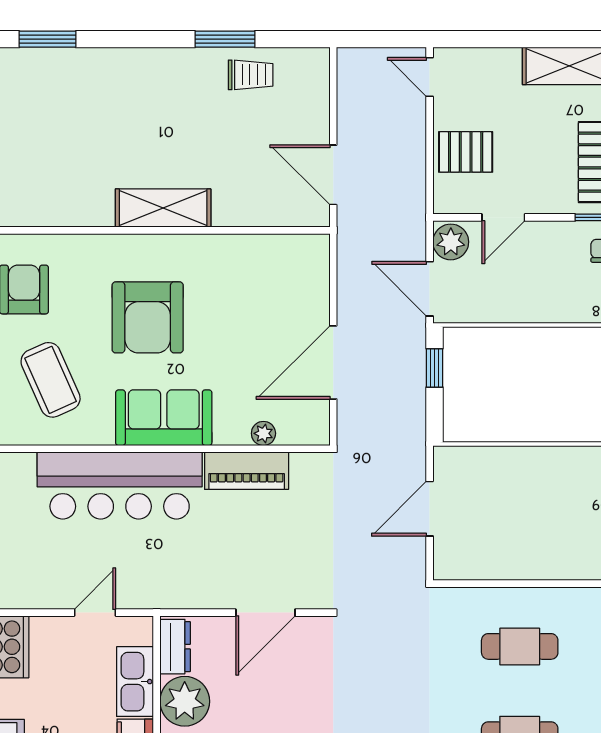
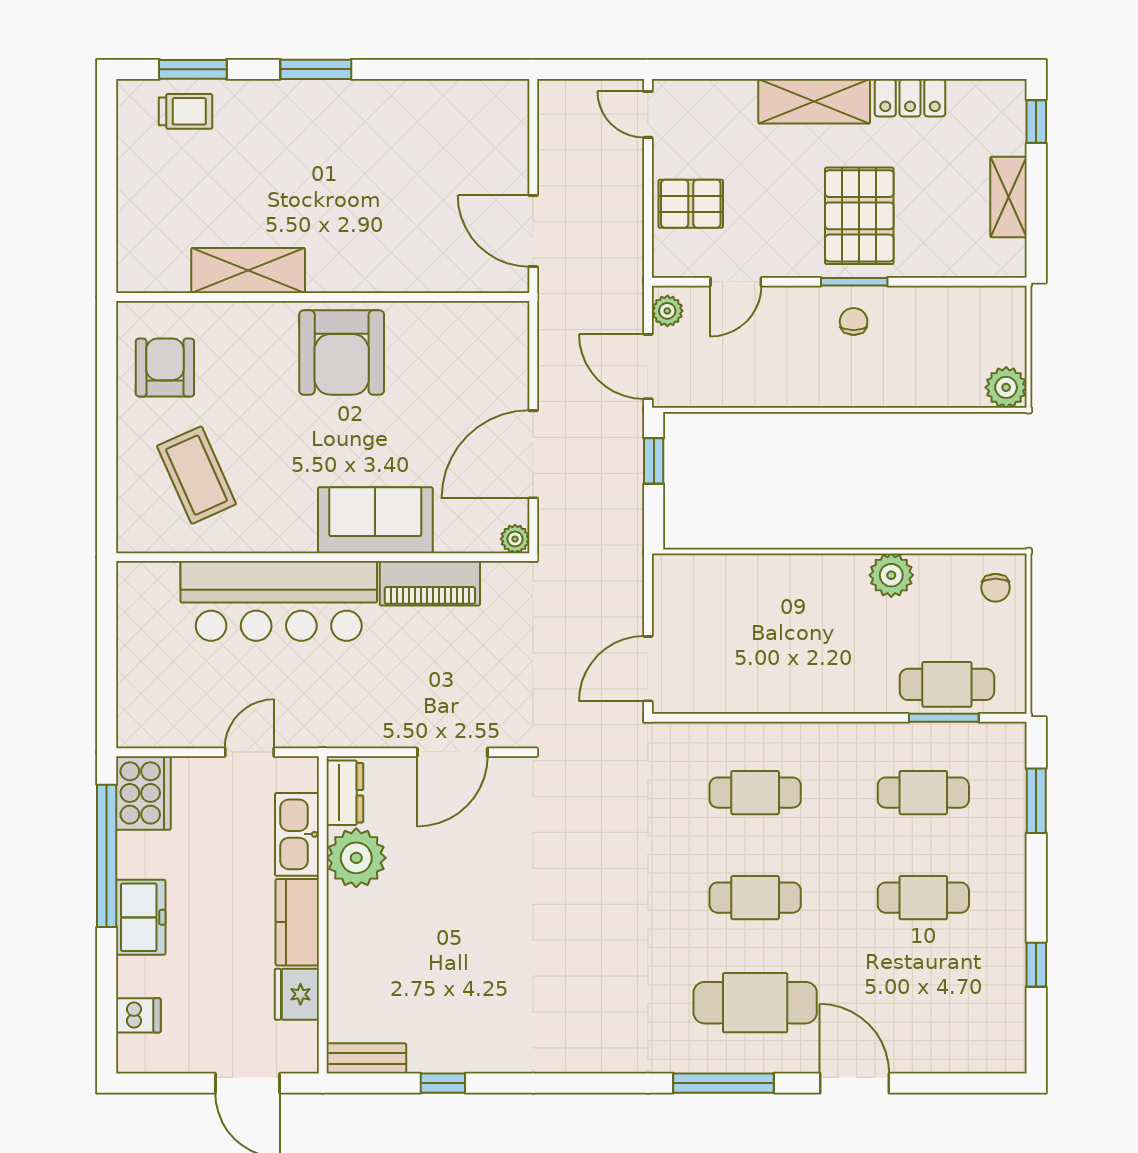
window: (225, 39) -> (316, 69), moved
trolley: (251, 75) -> (186, 111), moved
shelving: (163, 208) -> (248, 271), moved
plant: (451, 242) -> (667, 311), width x0.73, depth x0.73
armchair: (148, 317) -> (342, 353), moved
sofa: (164, 418) -> (375, 520), moved
plant: (263, 433) -> (515, 539), moved
door: (430, 509) -> (648, 669), moved

